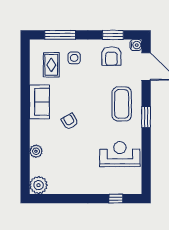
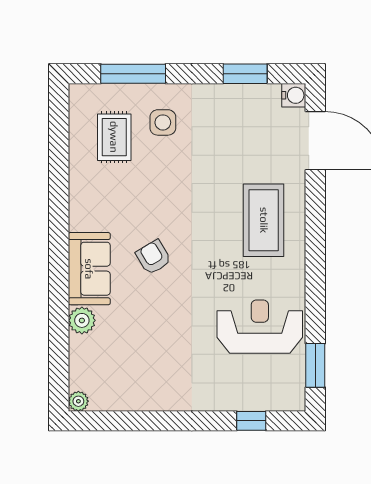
armchair: (111, 56) -> (242, 119), removed
sofa: (39, 102) -> (89, 269), moved
window: (146, 117) -> (315, 365), moved
plant: (39, 185) -> (78, 401), width x0.53, depth x0.53

